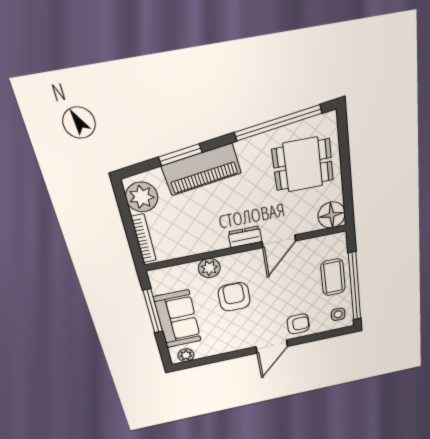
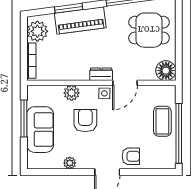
side table: (338, 314) -> (104, 93), moved
plant: (186, 355) -> (70, 163), moved

